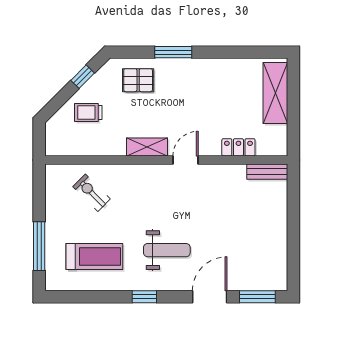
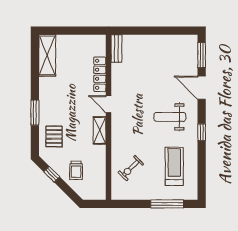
shelving: (275, 93) -> (47, 55), moved, turned 90
locker: (238, 147) -> (100, 74), width x1.53
weight bench: (167, 250) -> (170, 117), turned -90

